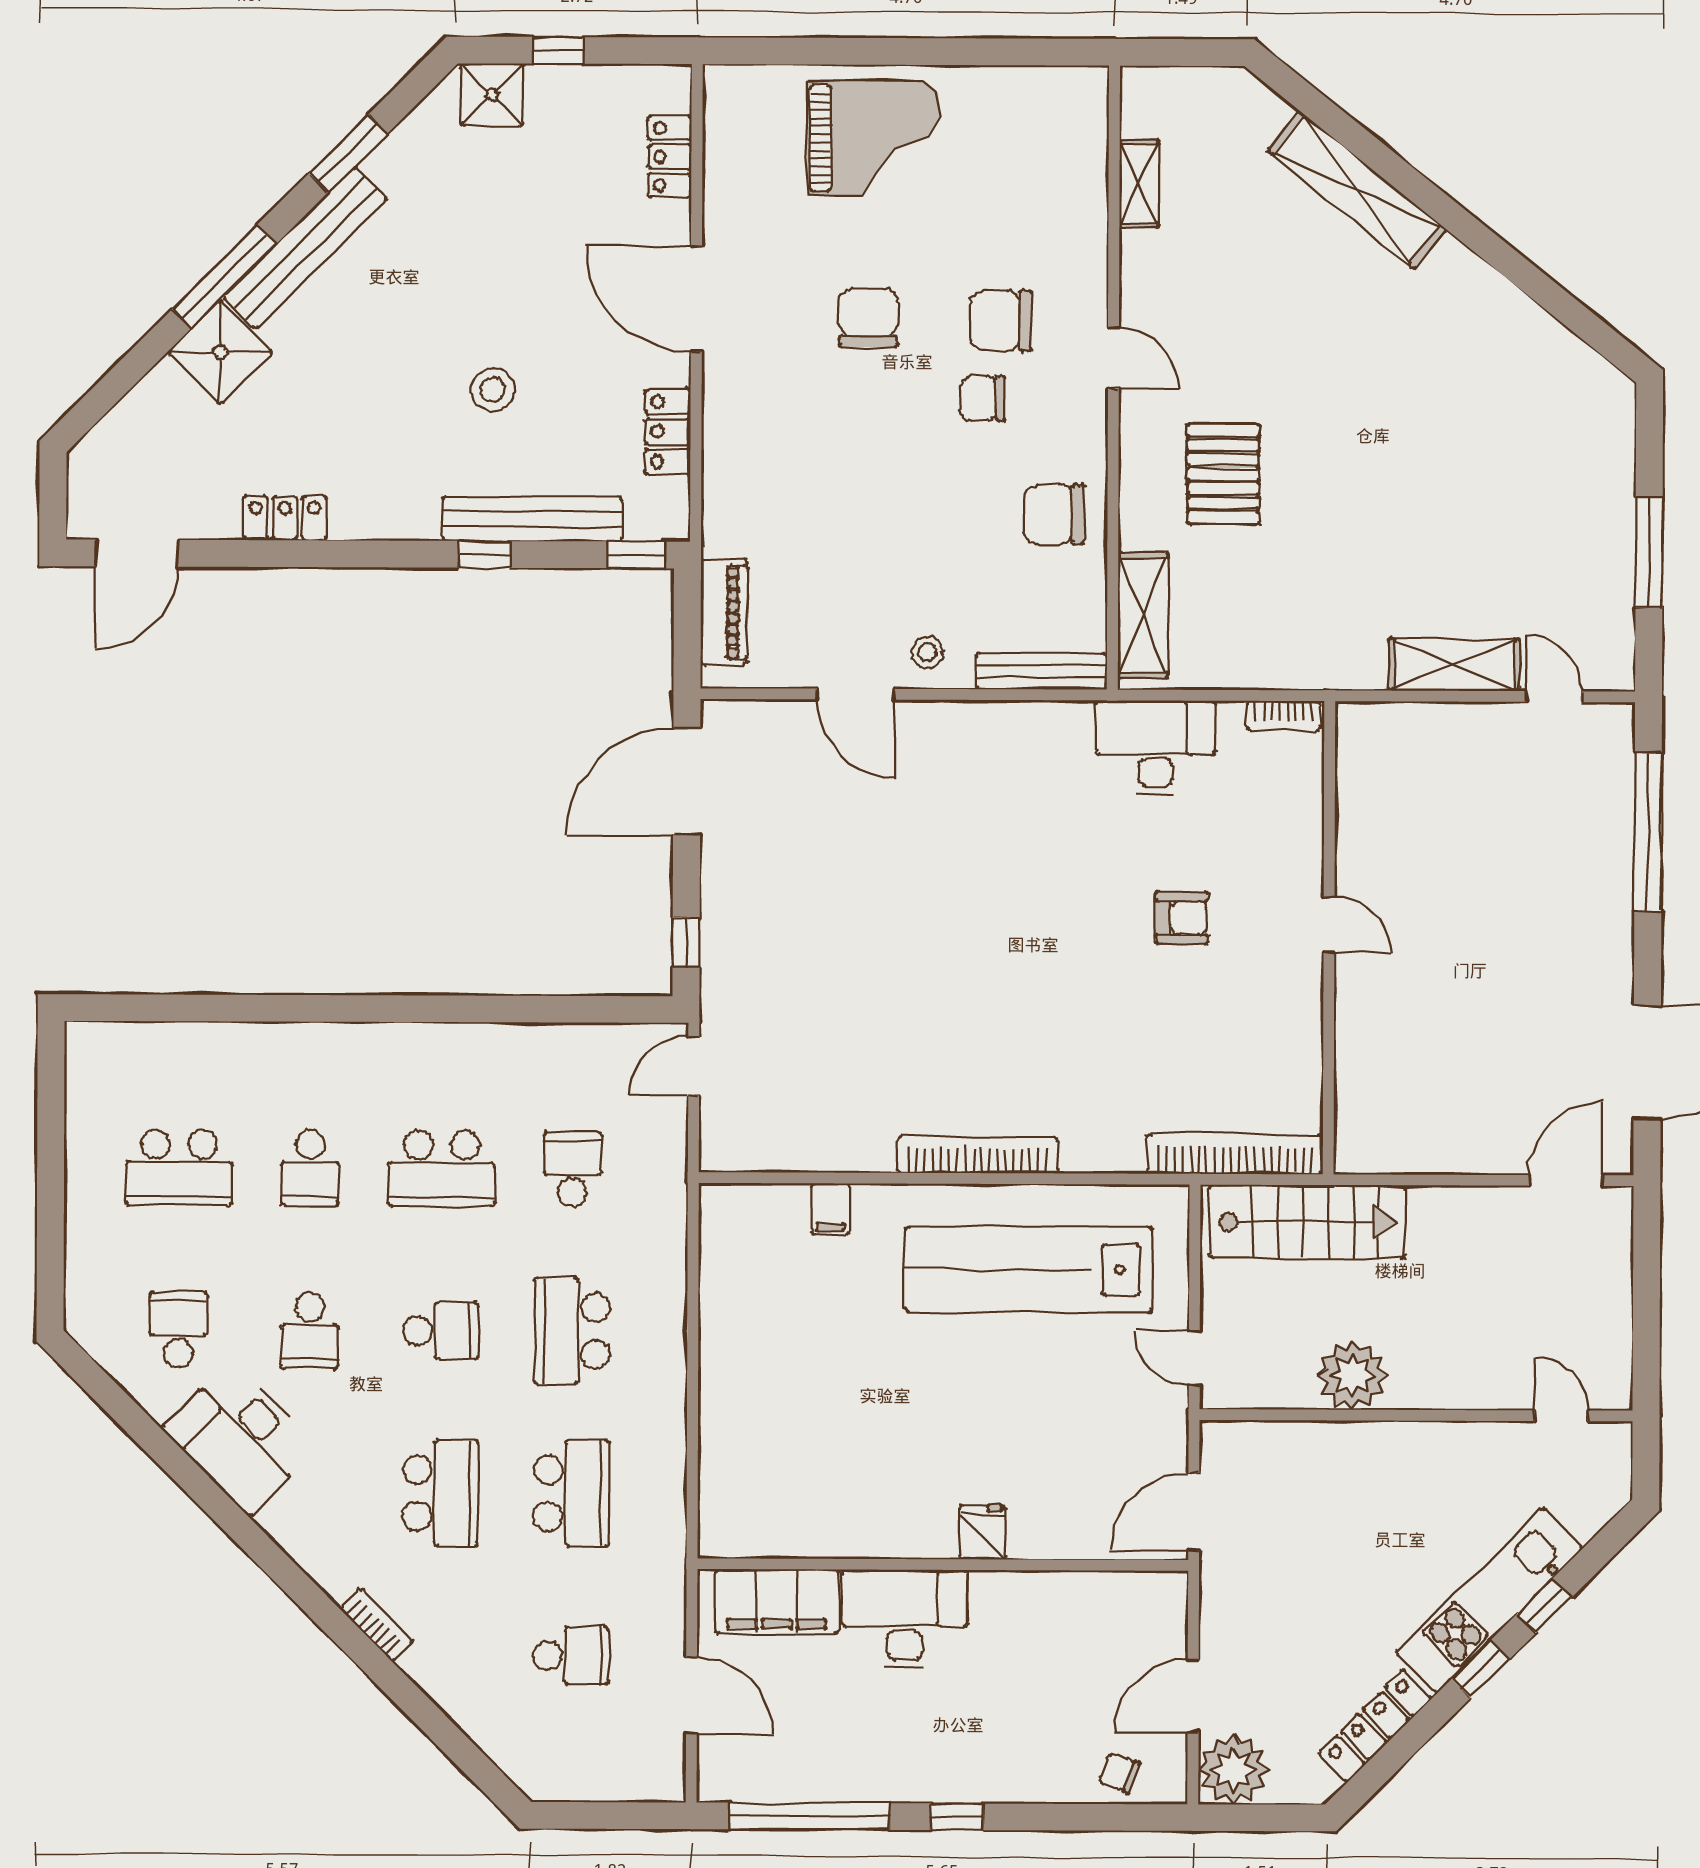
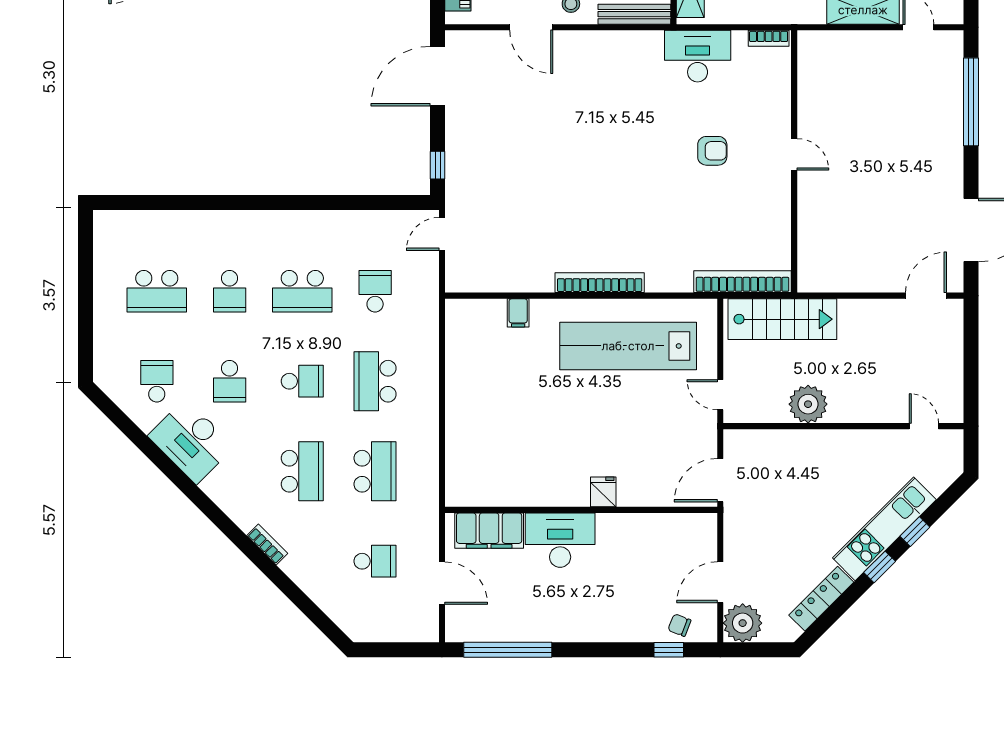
window: (957, 1817) -> (669, 650), moved

